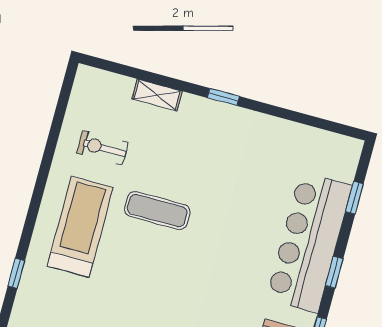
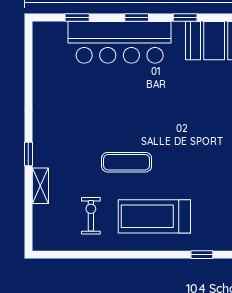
window: (223, 97) -> (28, 154), moved
exercise bike: (103, 148) -> (91, 216), turned 180
exercise mat: (157, 211) -> (127, 162), turned 90

